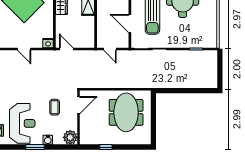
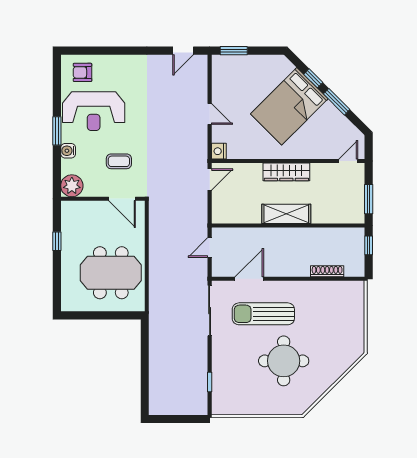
door: (24, 49) -> (210, 114), swing flipped

